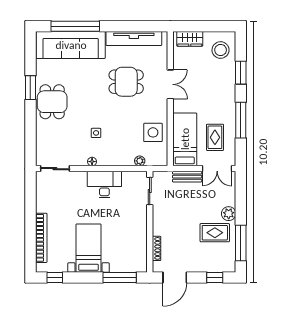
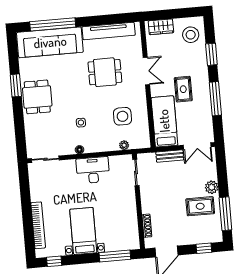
side table: (153, 132) -> (123, 116), moved
rug: (215, 137) -> (183, 89), moved

